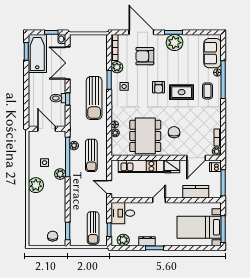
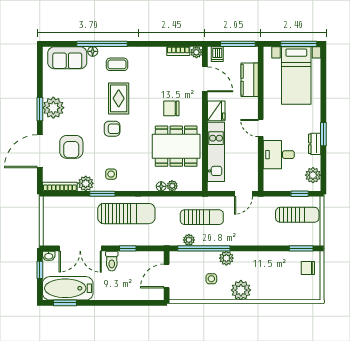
toilet: (58, 98) -> (112, 261), moved
desk: (123, 213) -> (279, 155), moved, turned 90

